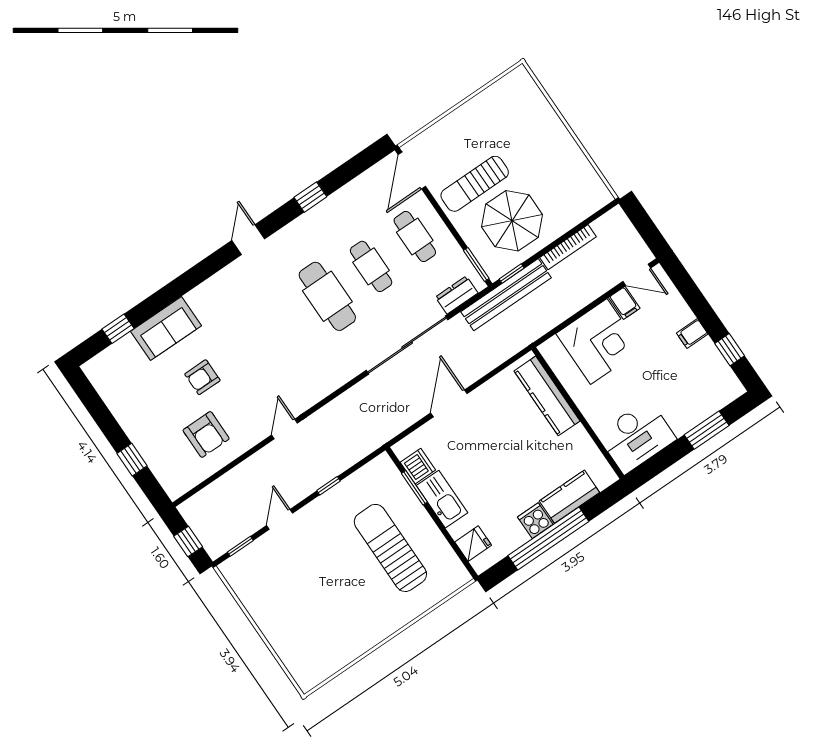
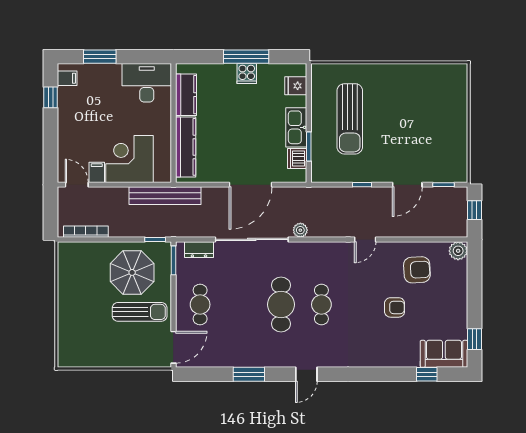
window: (310, 197) -> (249, 374), width x1.50
bookcase: (568, 247) -> (86, 232), moved
cafe table: (371, 266) -> (321, 305), moved
bench: (506, 295) -> (165, 196), moved
sofa: (166, 329) -> (444, 354), moved
filing cabinet: (692, 333) -> (67, 78), moved
plant: (361, 391) -> (300, 230), added
door: (449, 403) -> (251, 185), width x1.36
armchair: (206, 434) -> (417, 270), turned 87
window: (132, 460) -> (474, 339), moved
plant: (176, 486) -> (458, 251), added
kitchen counter: (569, 497) -> (186, 95), moved, turned -90
door: (280, 519) -> (407, 185), width x1.38
window: (548, 539) -> (246, 57), width x0.68

